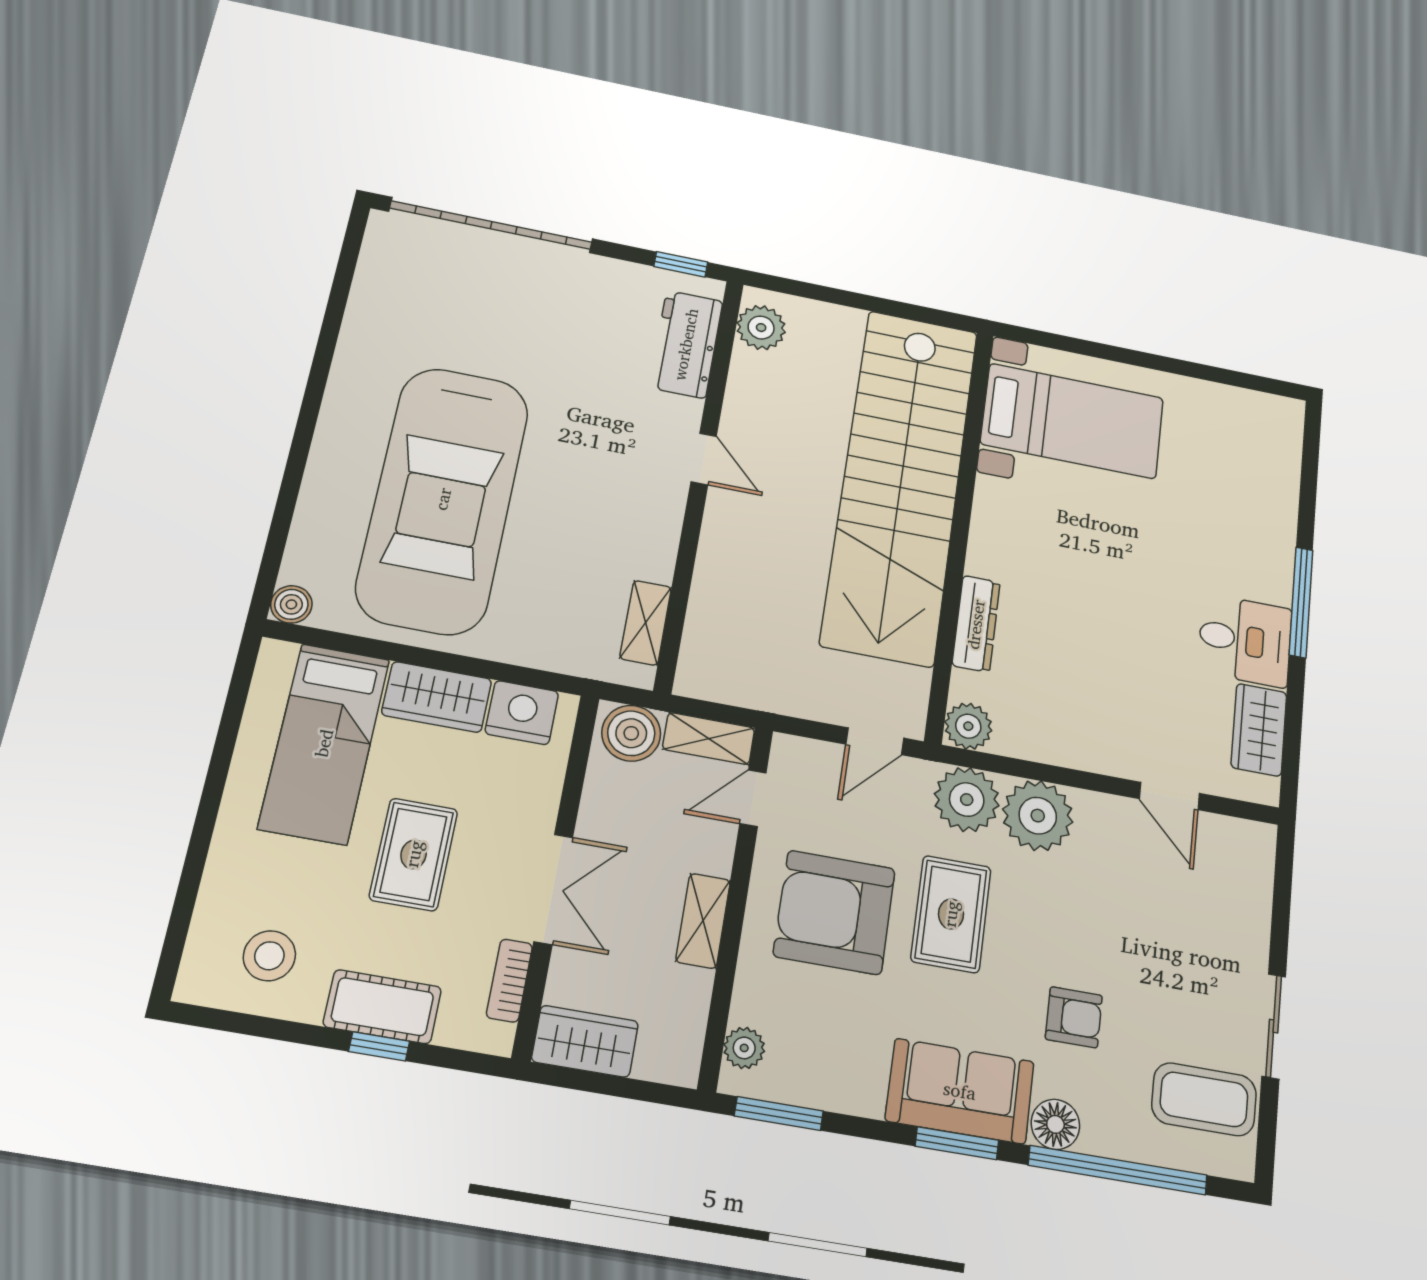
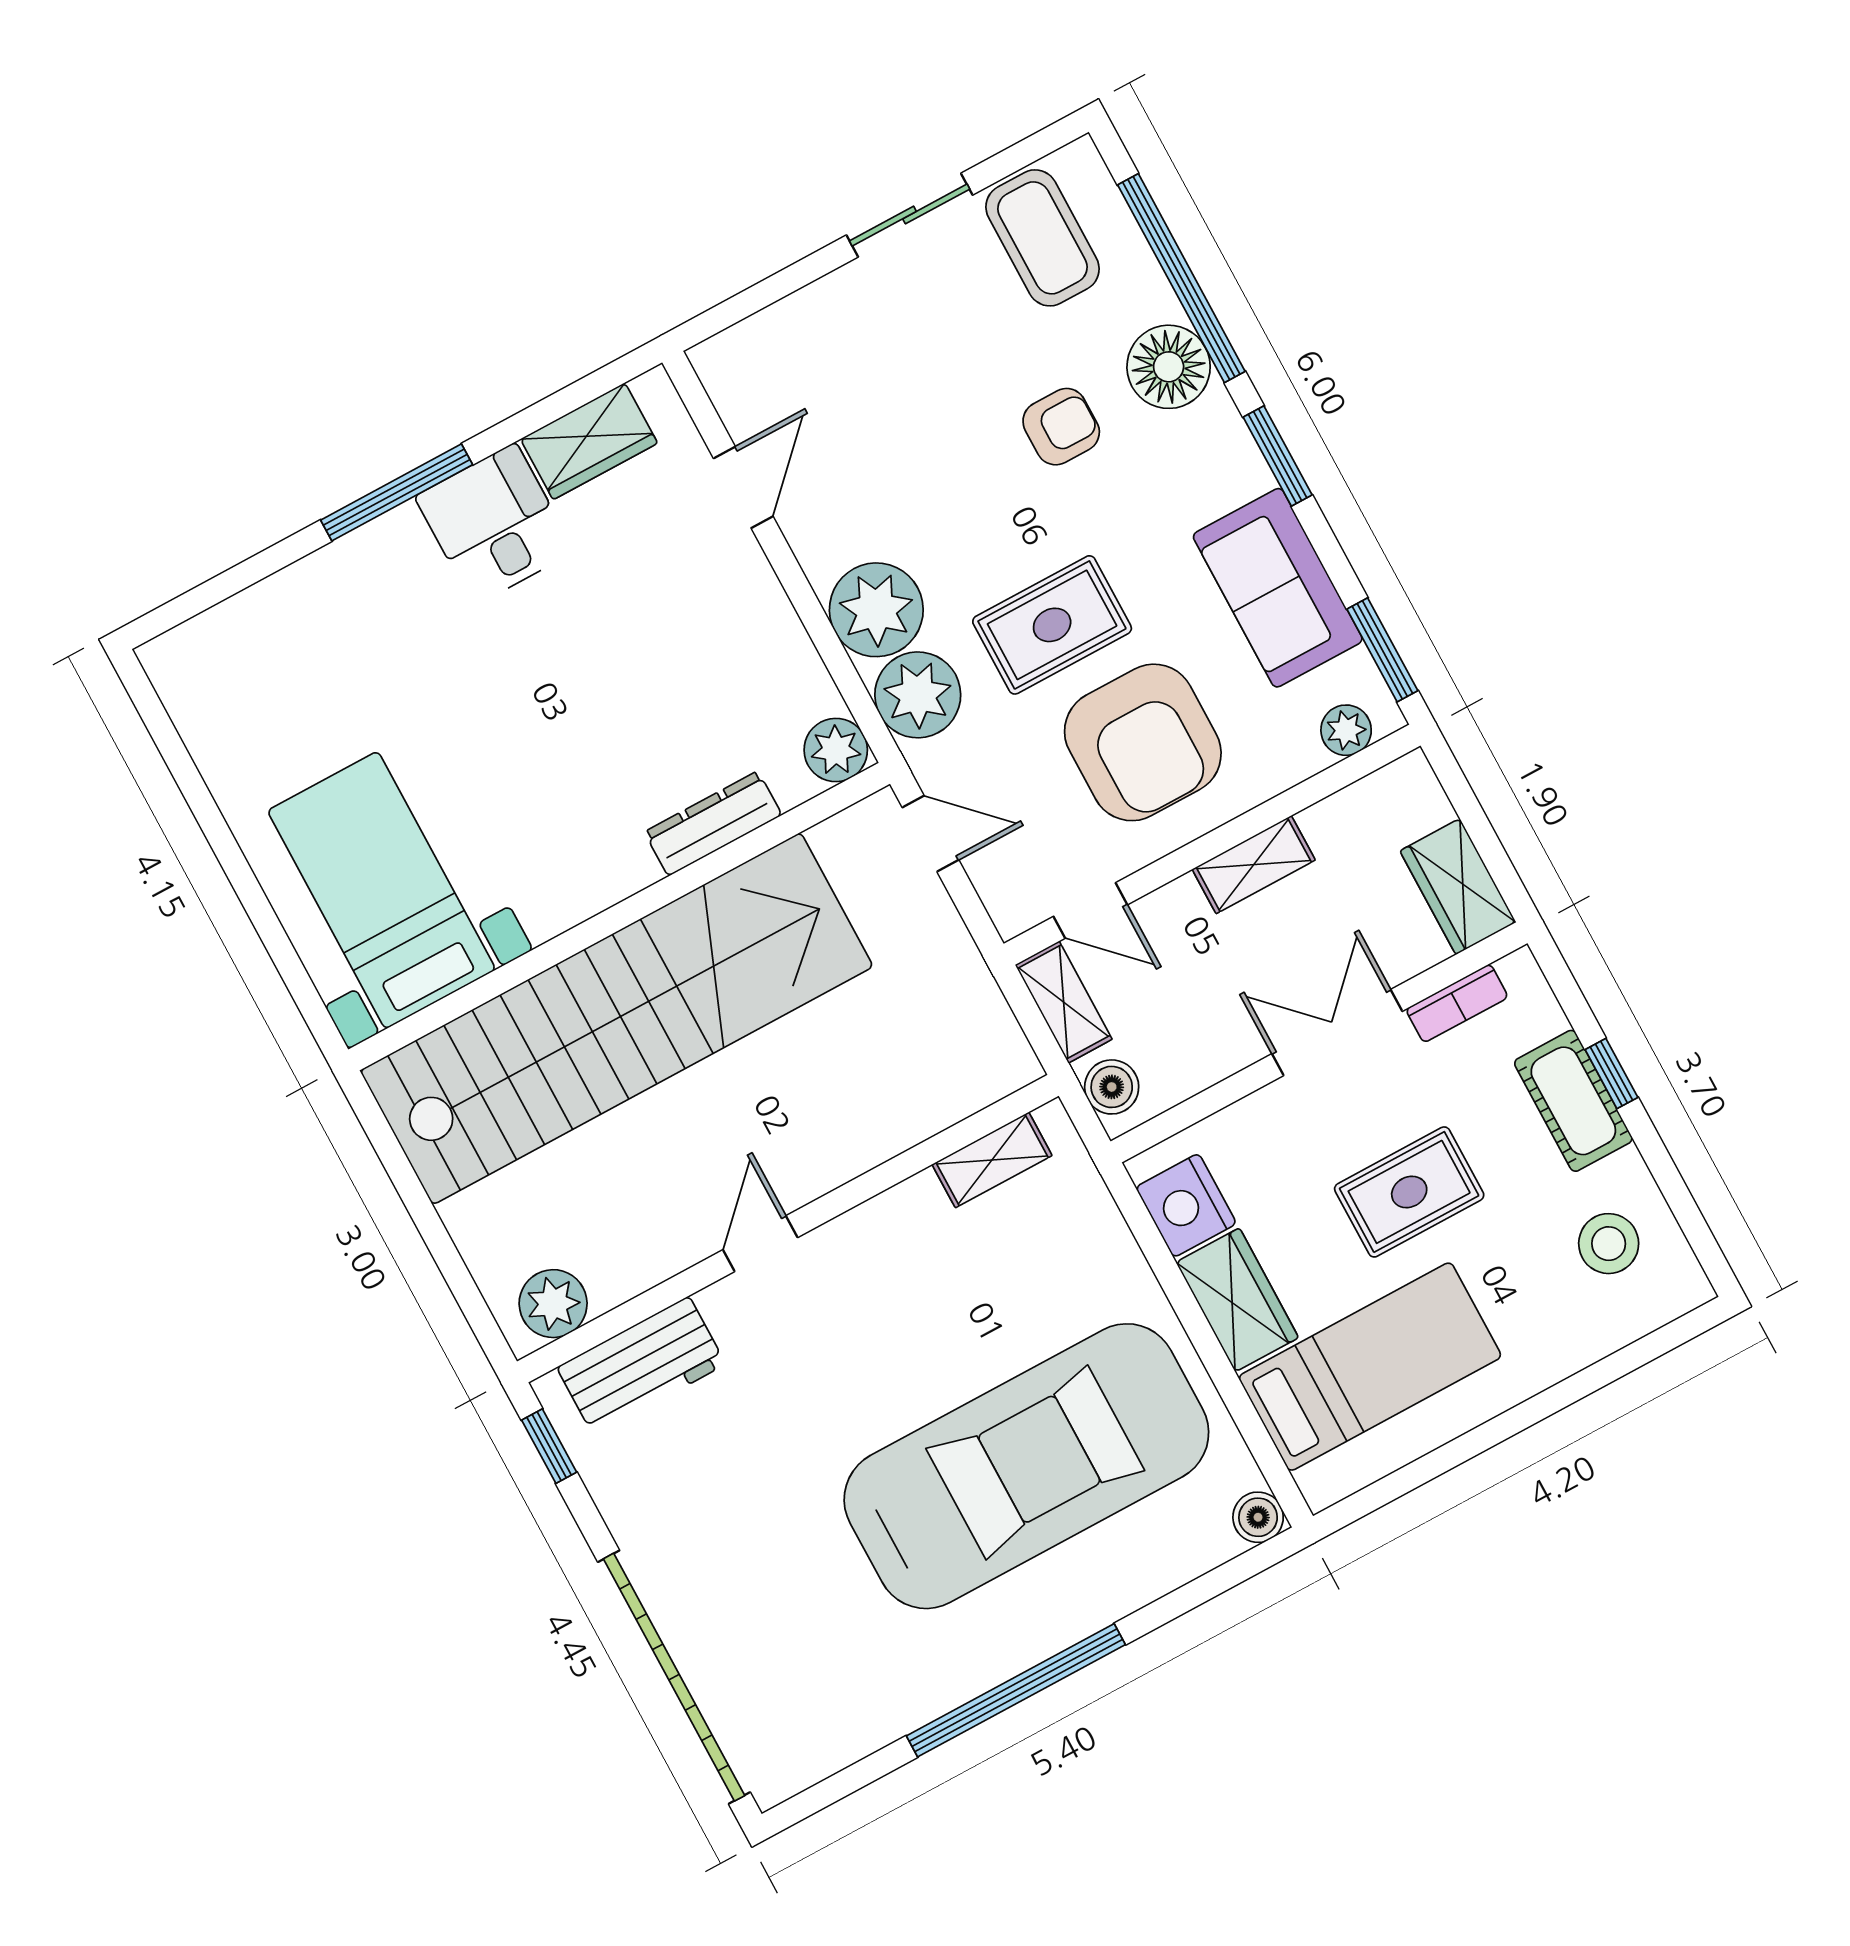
window: (315, 391) -> (1016, 1690), added
boiler: (631, 733) -> (1112, 1087), width x0.73, depth x0.73
armchair: (1074, 1017) -> (1061, 427), turned 90
sofa: (960, 1091) -> (1278, 588), moved
floor lamp: (1055, 1124) -> (1169, 367), width x1.38, depth x1.38

